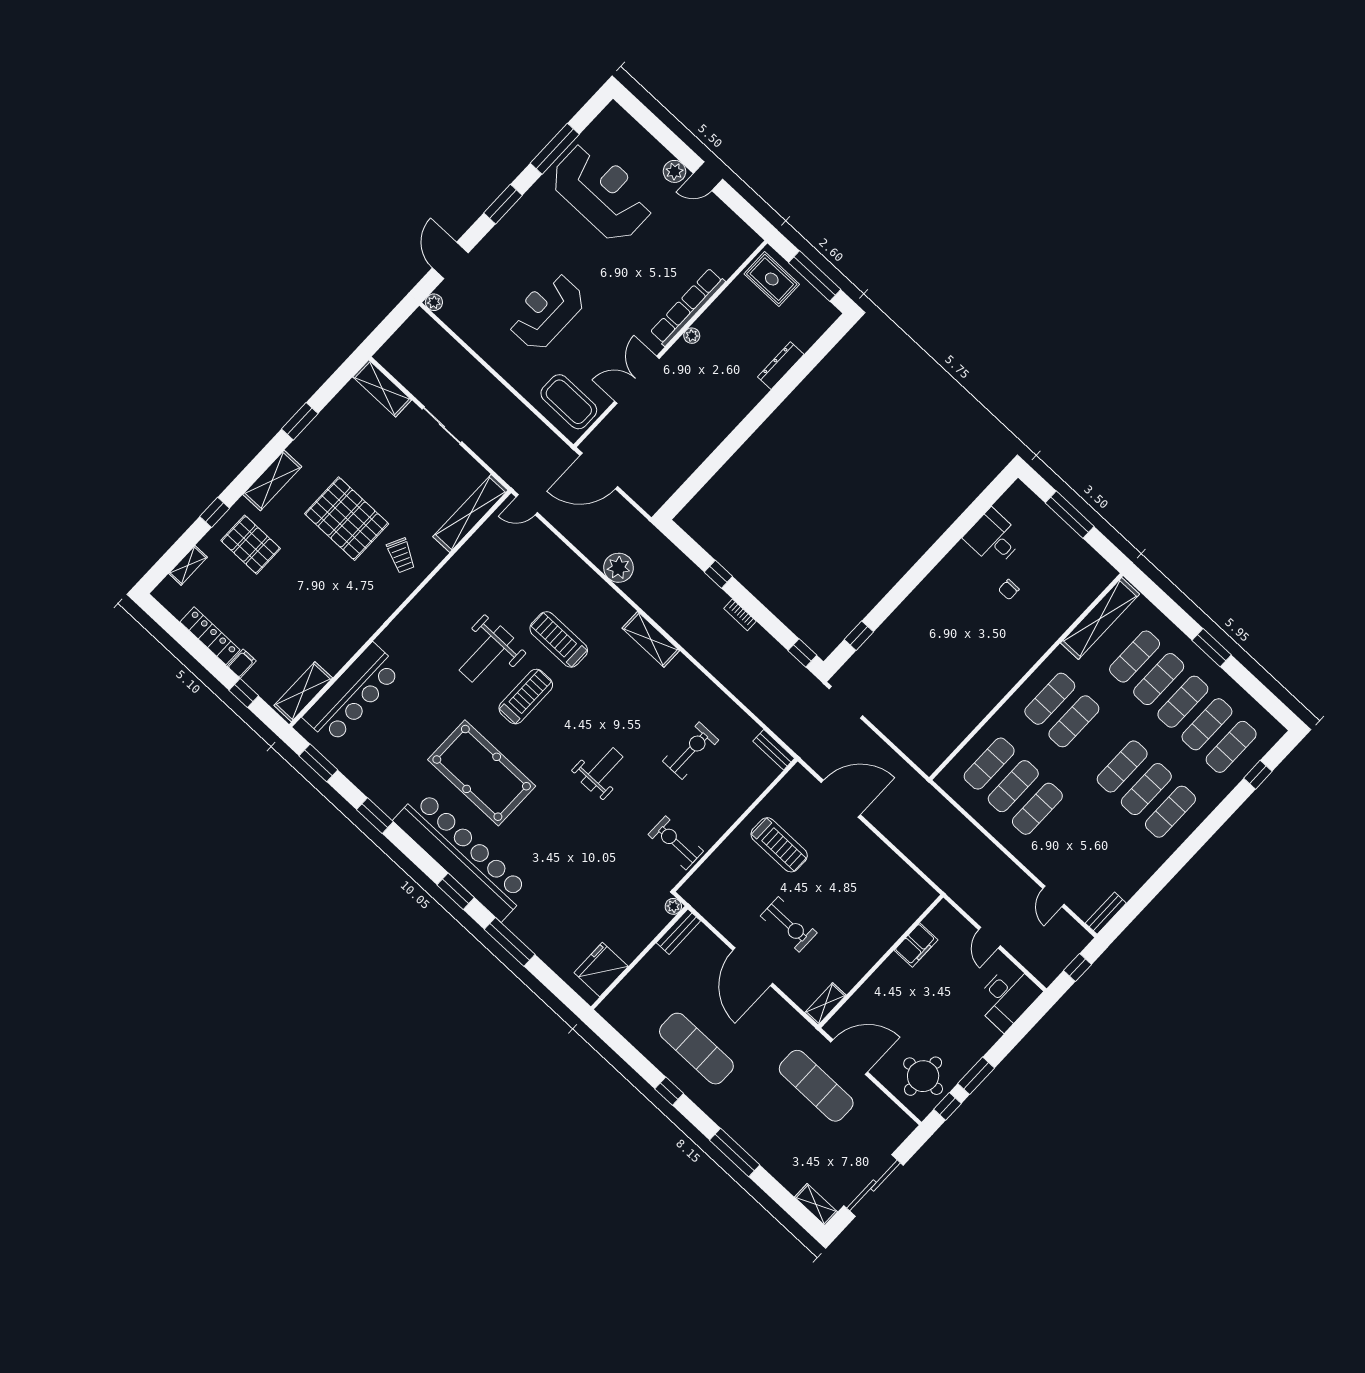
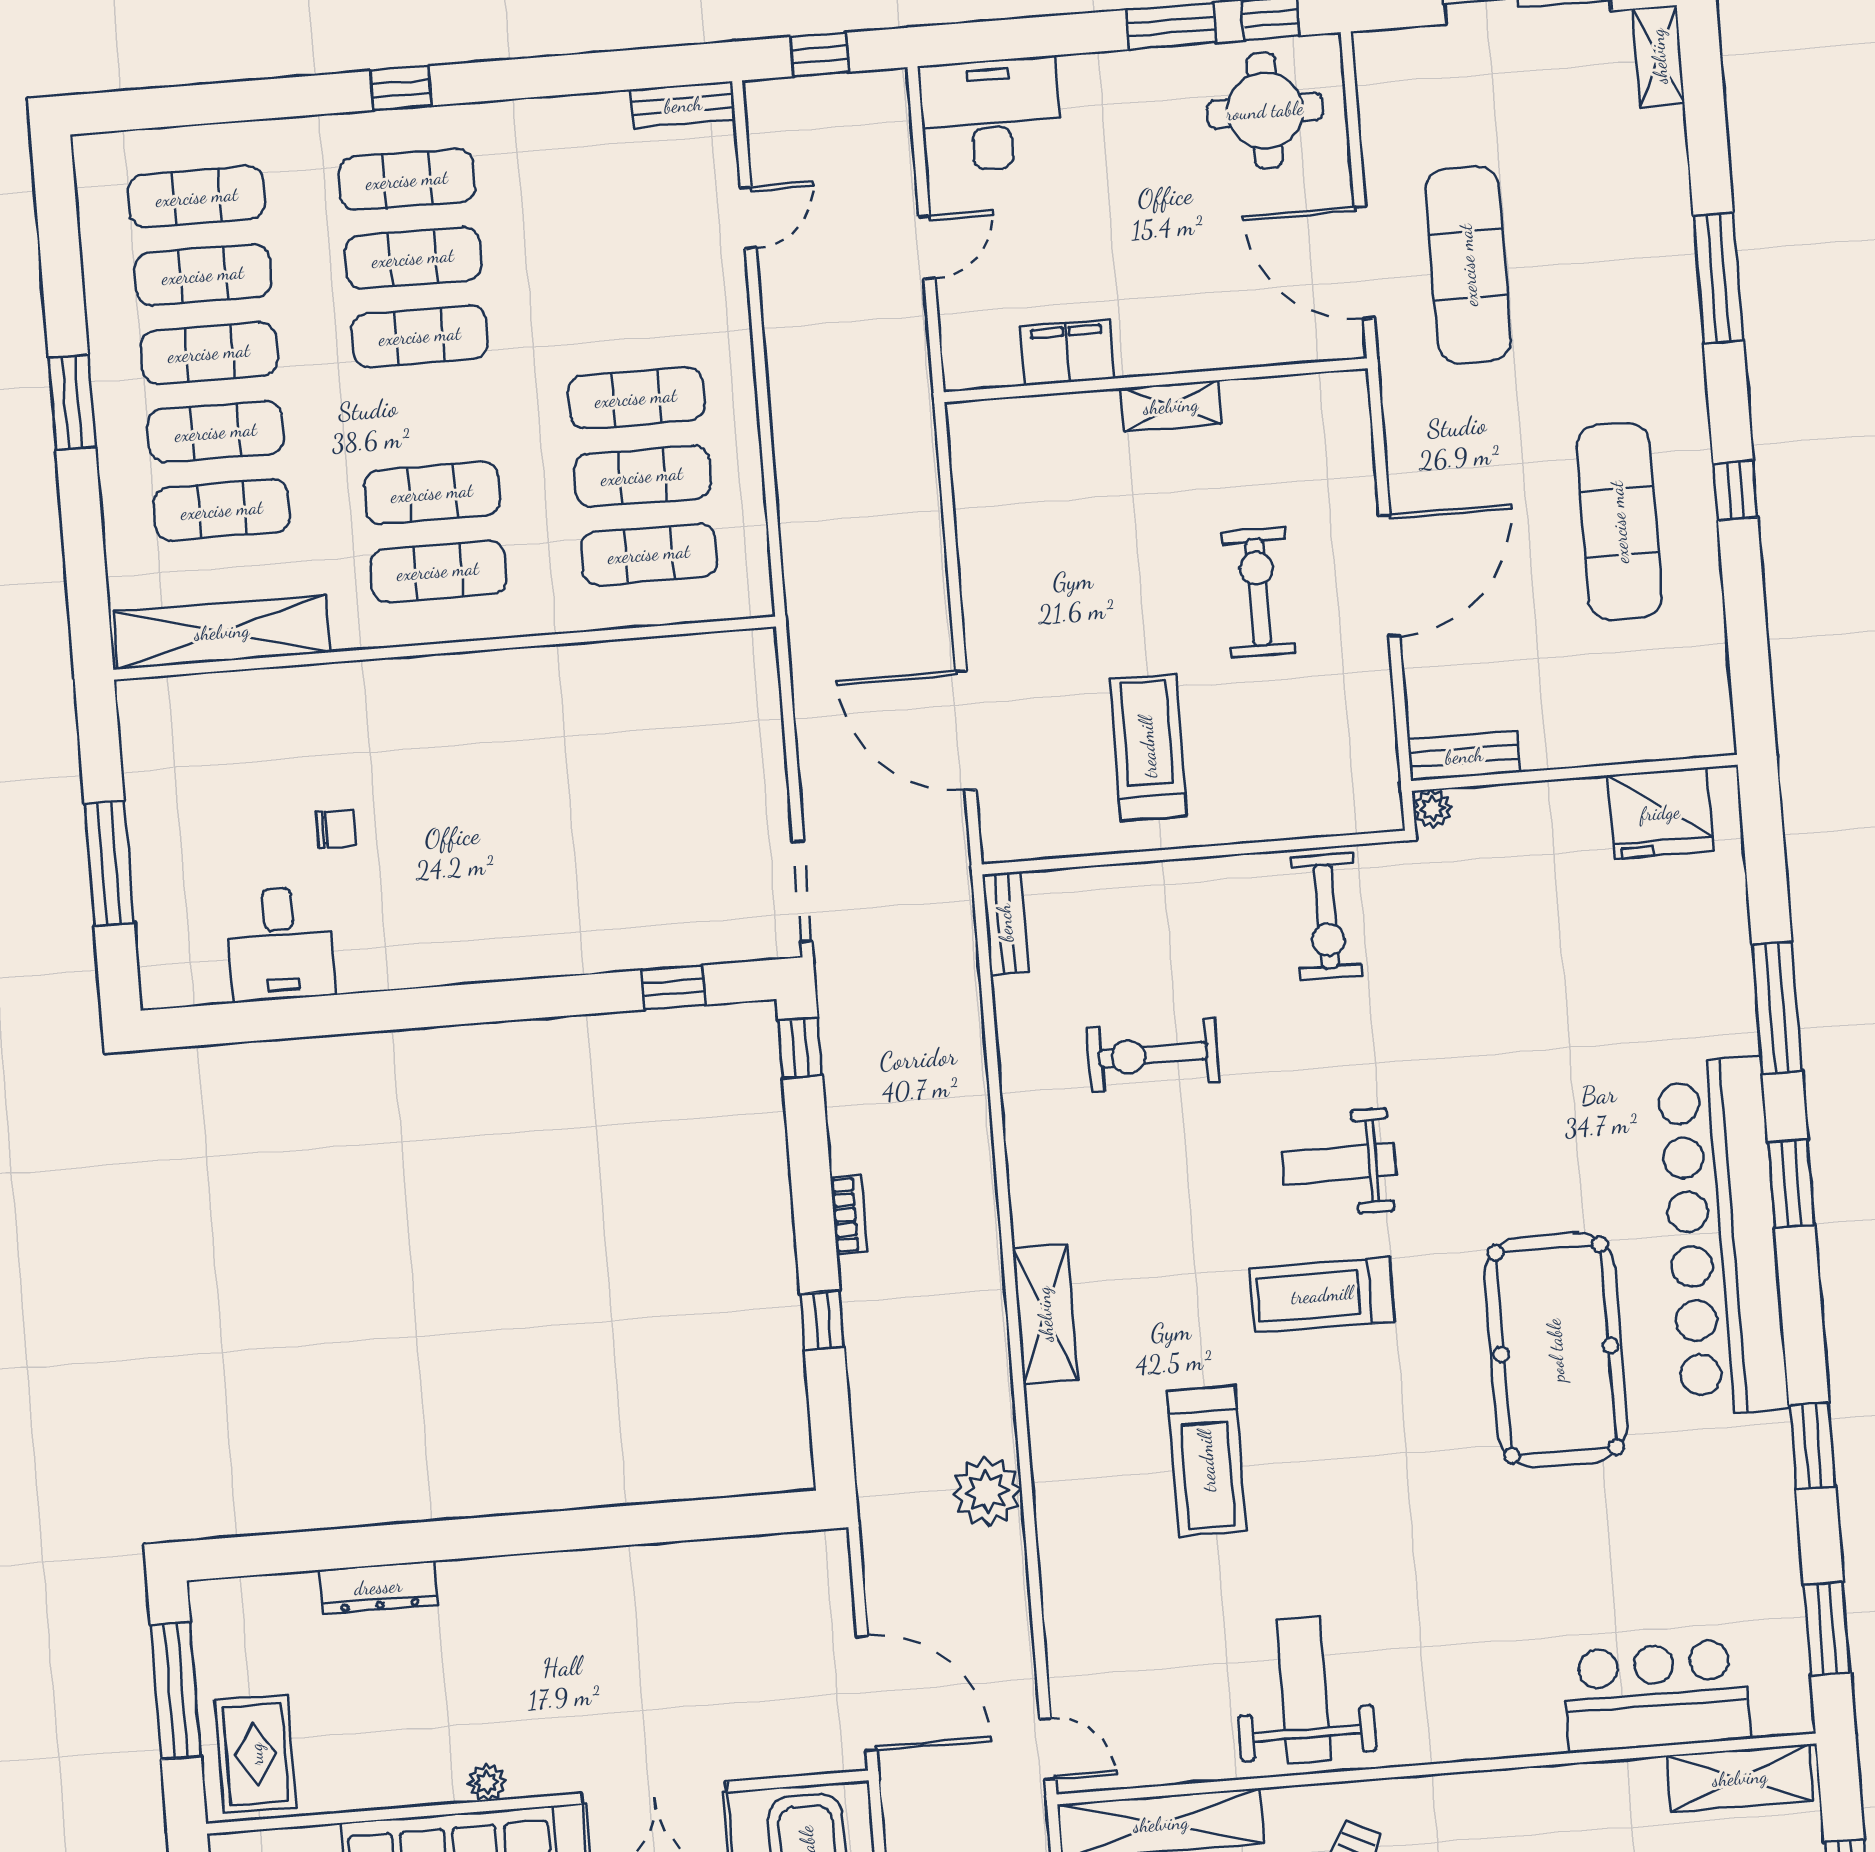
weight bench: (486, 654) -> (1304, 1690), moved, turned -90
bar counter: (353, 694) -> (1656, 1696), width x0.73
treadmill: (526, 697) -> (1322, 1295), moved
window: (1258, 775) -> (401, 88), moved
shelving: (825, 1004) -> (1171, 406), moved

